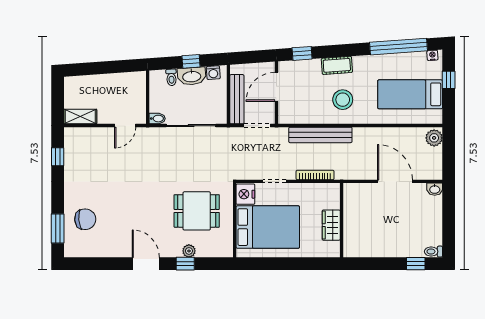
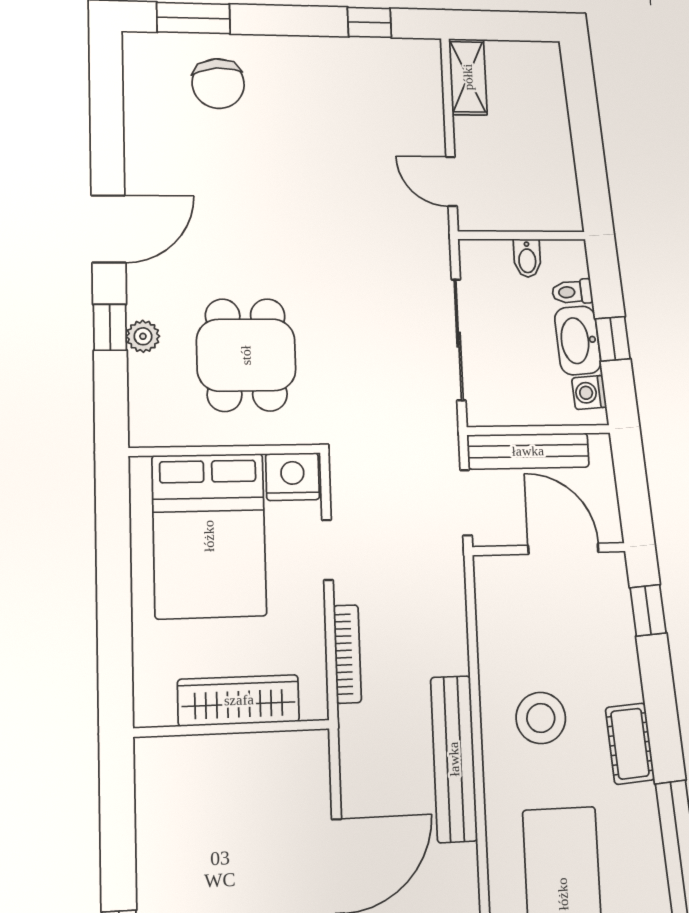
cot: (337, 65) -> (630, 744), moved
bidet: (157, 119) -> (527, 258), moved
bench: (320, 135) -> (454, 759), moved
wardrobe: (331, 225) -> (239, 700), width x1.50

